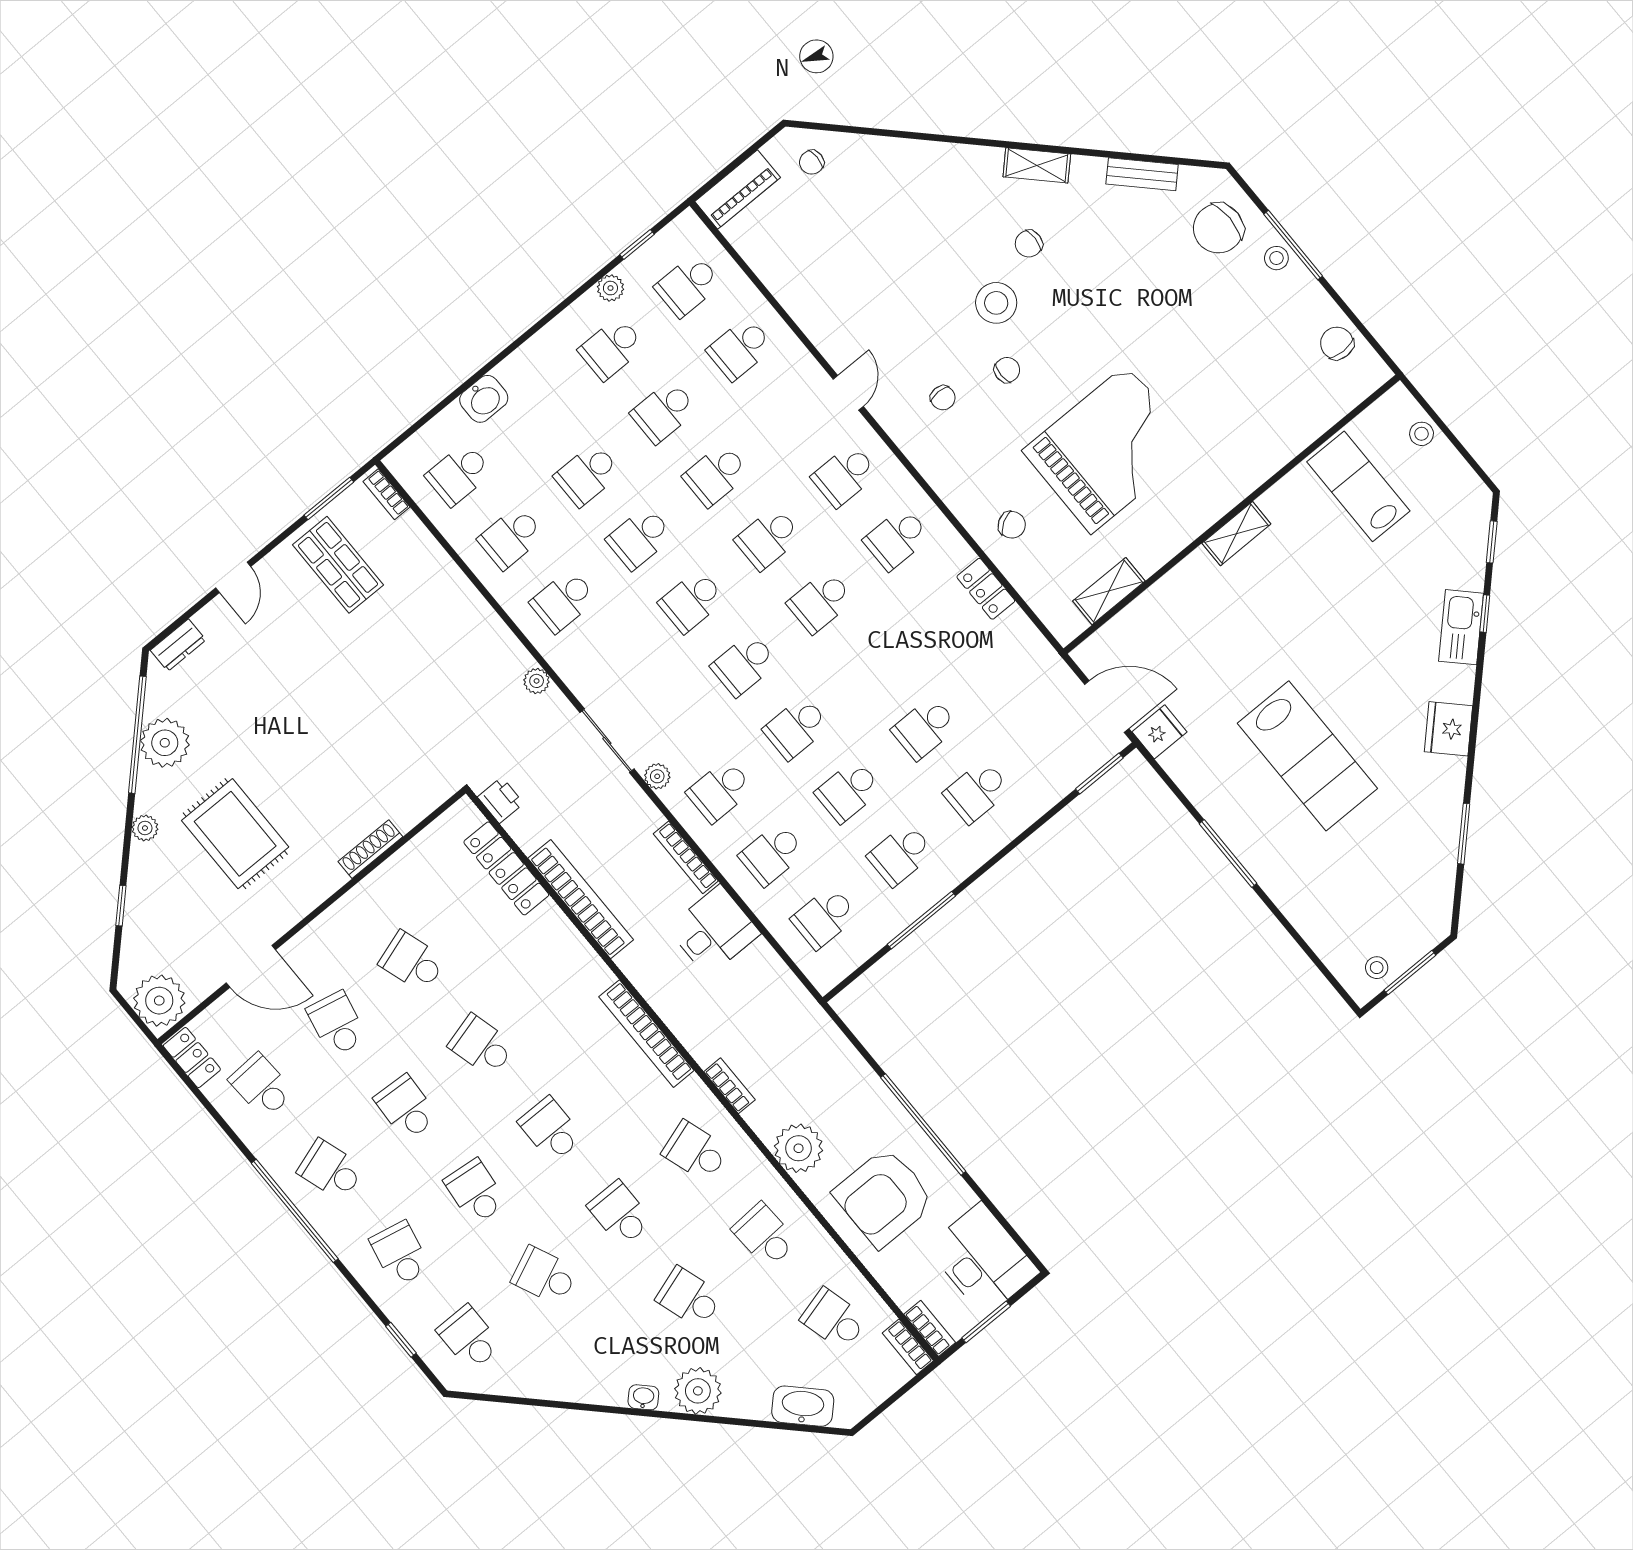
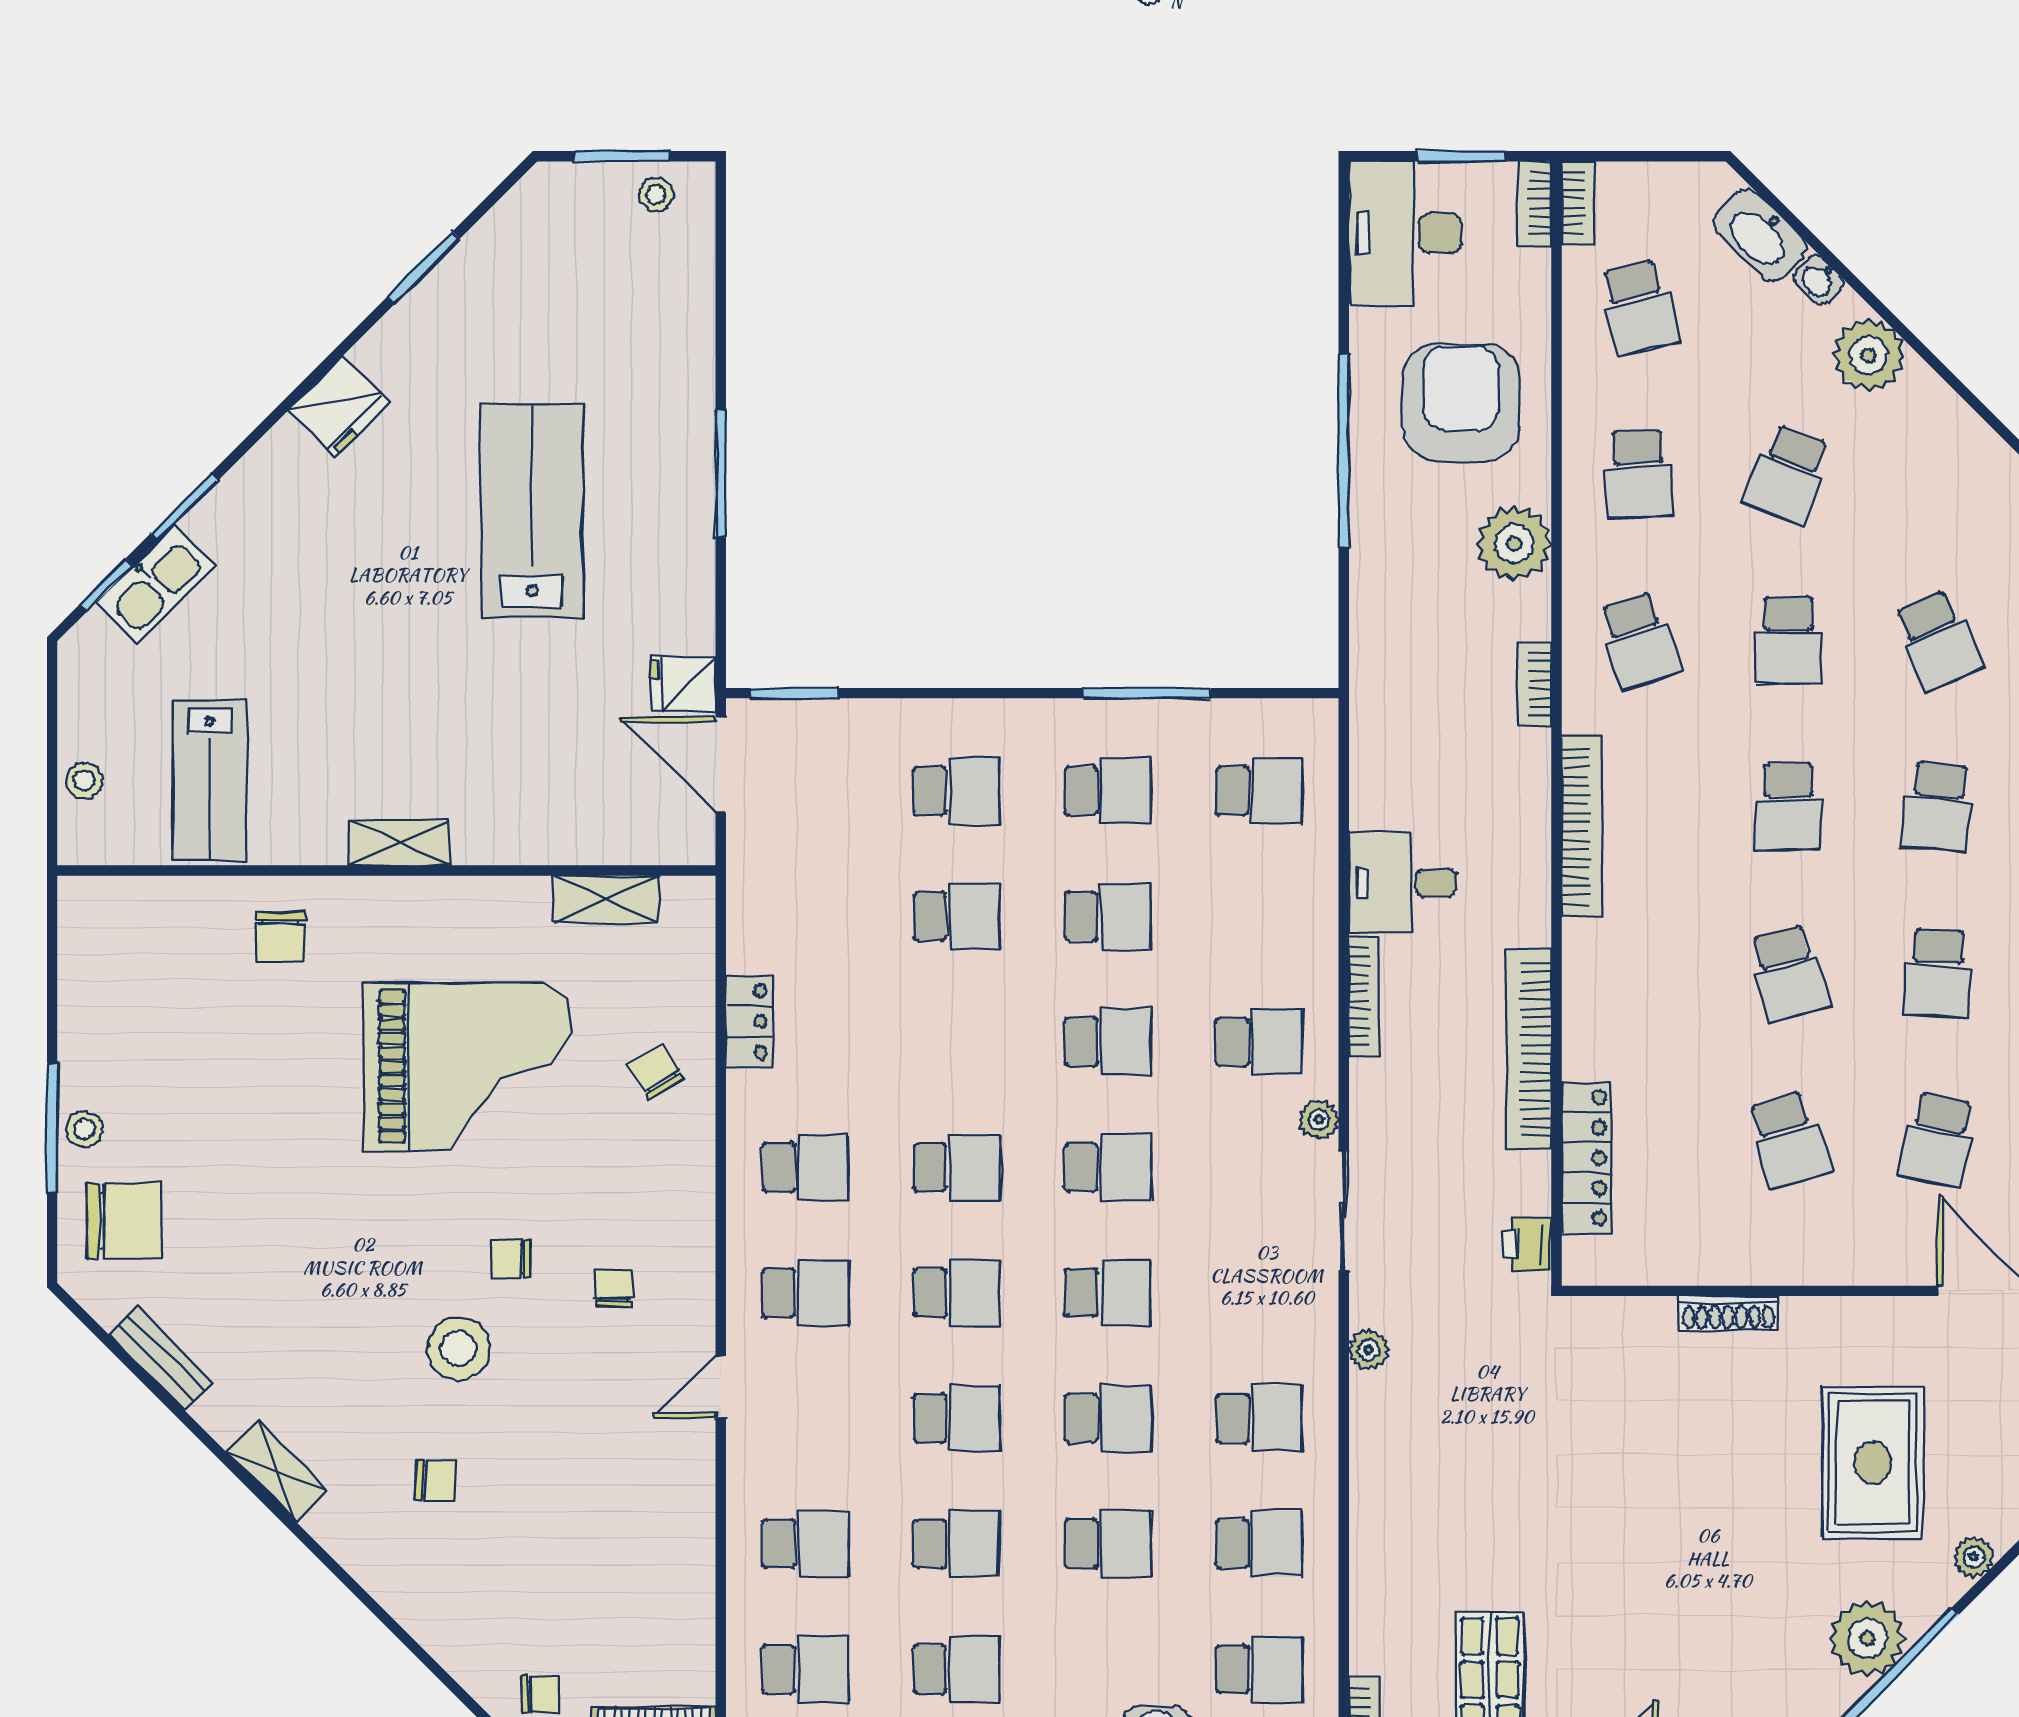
chair: (1029, 244) -> (436, 1481), moved
chair: (1337, 343) -> (281, 937), moved
grand piano: (1109, 449) -> (468, 1066), turned 180
window: (1485, 614) -> (184, 507), width x1.50
kitchen sink: (1461, 627) -> (155, 584), moved
school desk: (772, 854) -> (1259, 916), removed
armchair: (884, 1197) -> (1461, 402), turned -90
school desk: (689, 1297) -> (1788, 474), turned 39
washbasin: (643, 1397) -> (1818, 280), moved

